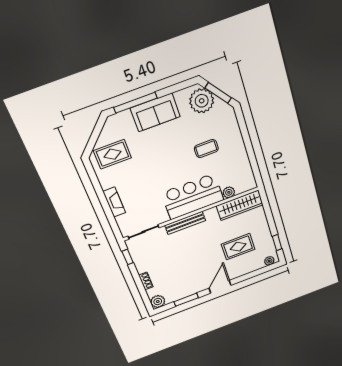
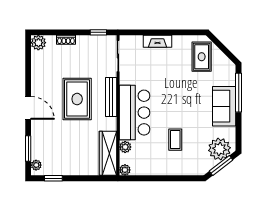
plant: (251, 184) -> (125, 170), added
rug: (238, 247) -> (77, 99), moved, width x1.36, depth x1.43
window: (186, 300) -> (28, 148), moved

